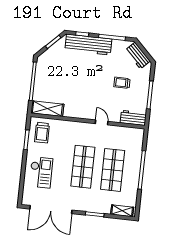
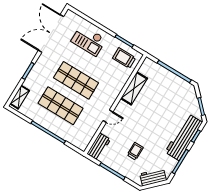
shelving: (47, 109) -> (134, 88), moved

